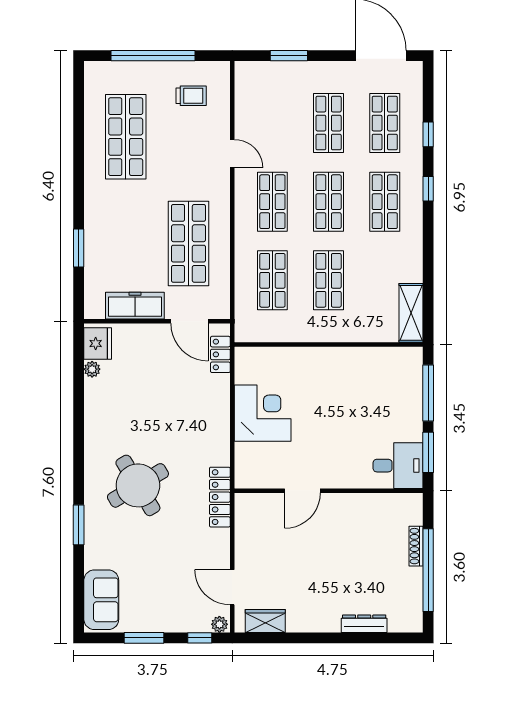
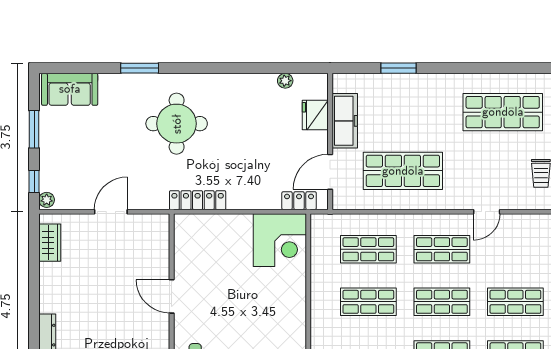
fridge: (98, 343) -> (315, 115), moved, turned 90
corner desk: (263, 413) -> (280, 240), moved
round table: (138, 485) -> (177, 124), turned 31
door: (302, 491) -> (172, 296), moved
locker: (220, 497) -> (198, 200), moved
door: (232, 587) -> (111, 212), moved

